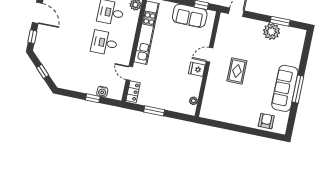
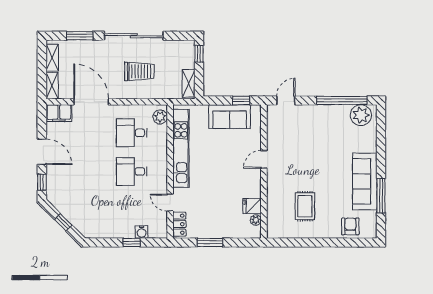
window: (280, 21) -> (342, 100), width x2.11
plant: (271, 31) -> (361, 115), moved
fridge: (197, 69) -> (252, 206), moved
rug: (237, 71) -> (305, 206), moved
window: (298, 89) -> (381, 196), moved

